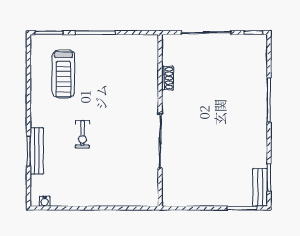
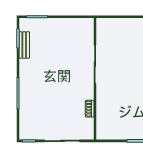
bench: (260, 187) -> (24, 45), moved

